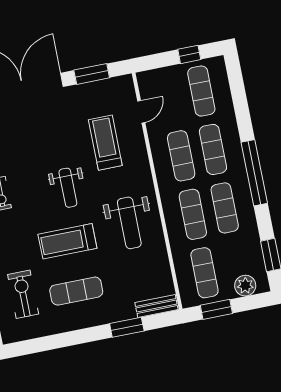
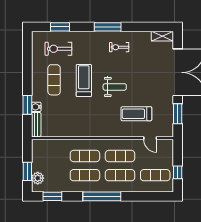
treadmill: (105, 143) -> (136, 114), turned 180
weight bench: (68, 188) -> (115, 87), turned 180
weight bench: (129, 223) -> (87, 118), removed
exercise mat: (204, 273) -> (50, 156), removed
exercise bike: (23, 294) -> (58, 49), turned 180
window: (216, 309) -> (27, 171), moved
water cooler: (127, 312) -> (36, 107), added

